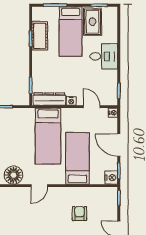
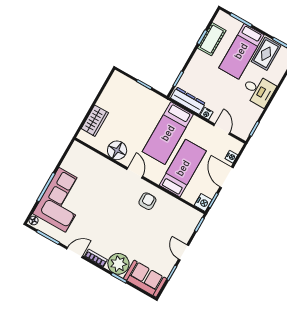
nightstand: (113, 113) -> (231, 157), moved
door: (39, 186) -> (135, 173), swing flipped
armchair: (79, 214) -> (147, 201), moved

